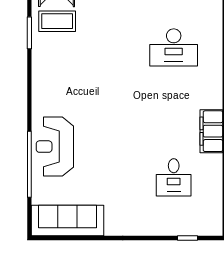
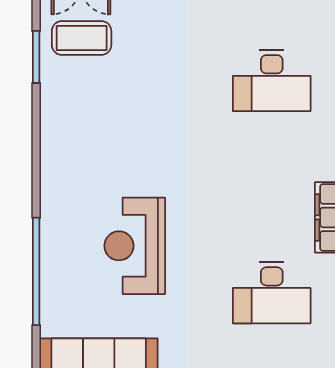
reception desk: (55, 147) -> (135, 246), moved
desk: (174, 177) -> (272, 293), width x1.37

